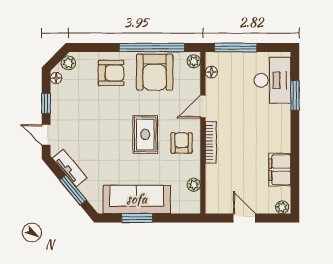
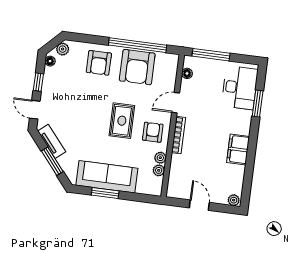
plant: (194, 61) -> (160, 158), moved
armchair: (111, 73) -> (99, 63), turned 90
filing cabinet: (280, 170) -> (238, 149), moved

